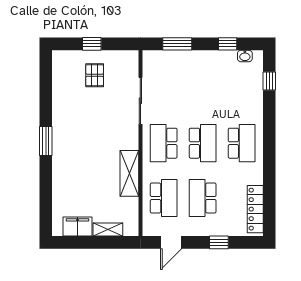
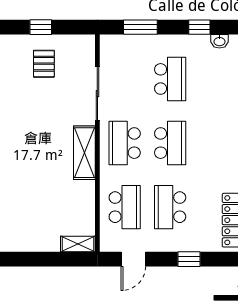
school desk: (242, 143) -> (170, 79), moved
shelving: (129, 173) -> (84, 153), moved
filing cabinet: (78, 227) -> (24, 241), removed
shelving: (108, 230) -> (78, 244), moved

